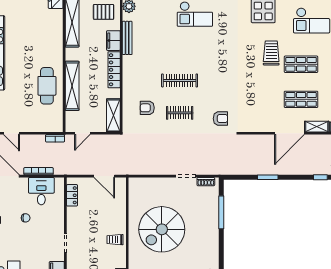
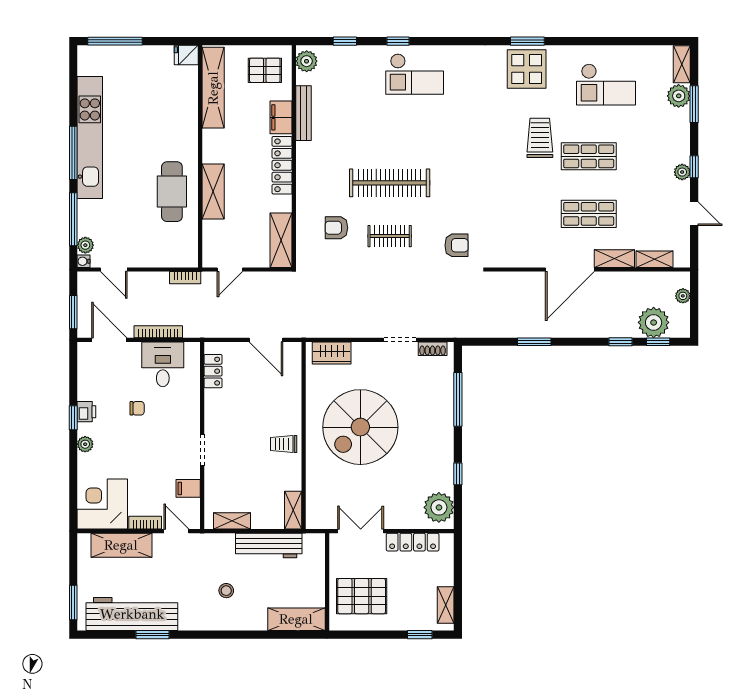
clothes rail: (180, 80) -> (390, 183), width x1.37, depth x1.31
shelving: (72, 86) -> (213, 192), width x0.68
wardrobe: (144, 184) -> (332, 353), added
window: (221, 258) -> (458, 474), added

